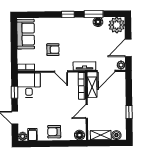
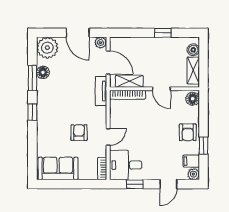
door: (61, 72) -> (108, 137), moved
window: (44, 144) -> (203, 145), added

